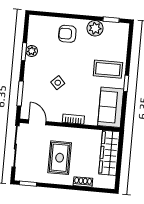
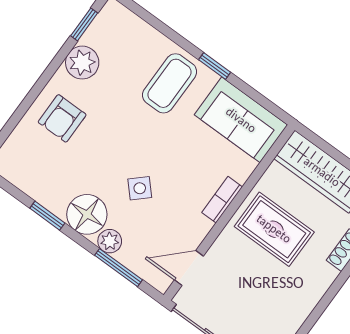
plant: (32, 51) -> (110, 241), moved
floor lamp: (34, 68) -> (87, 214), added
rug: (60, 158) -> (274, 229), moved

